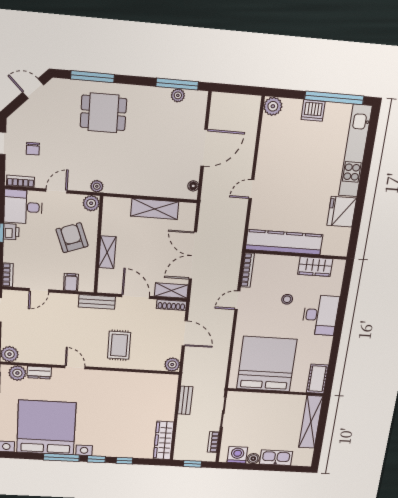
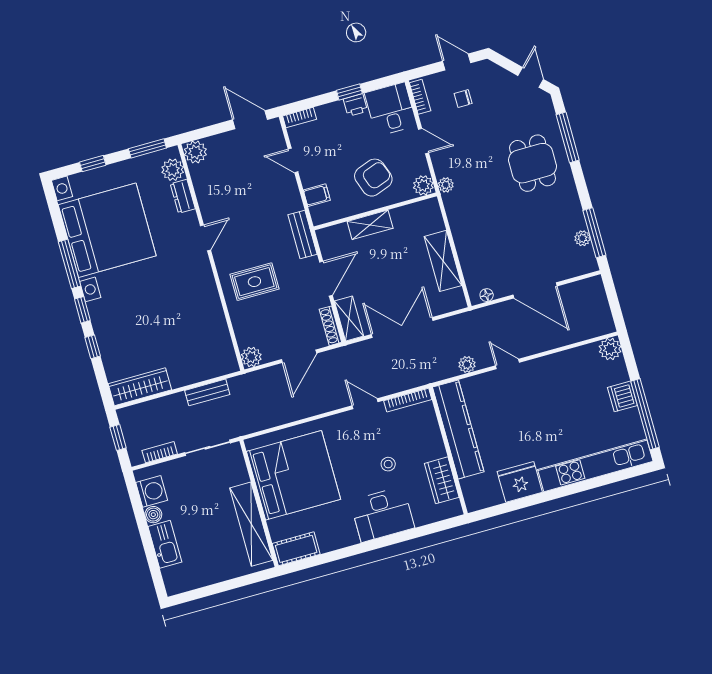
plant: (239, 219) -> (467, 364), added
shelving: (311, 422) -> (251, 524), moved, turned 90

